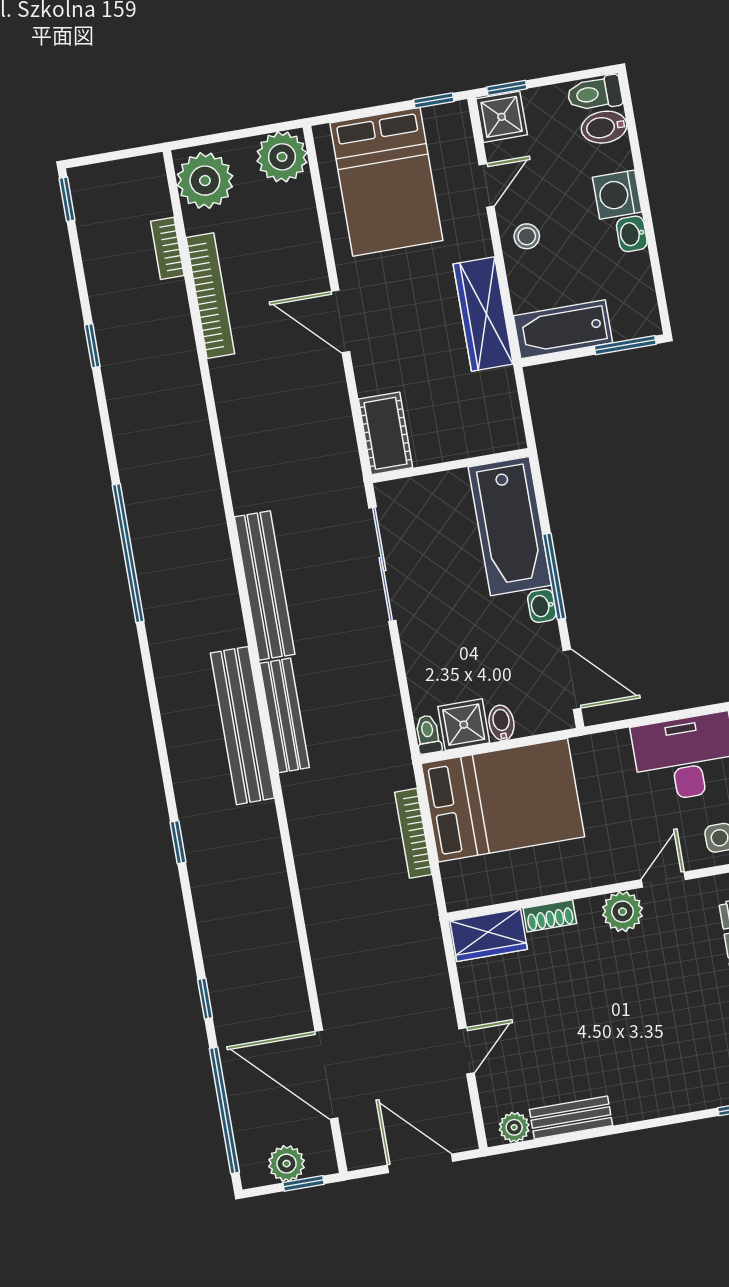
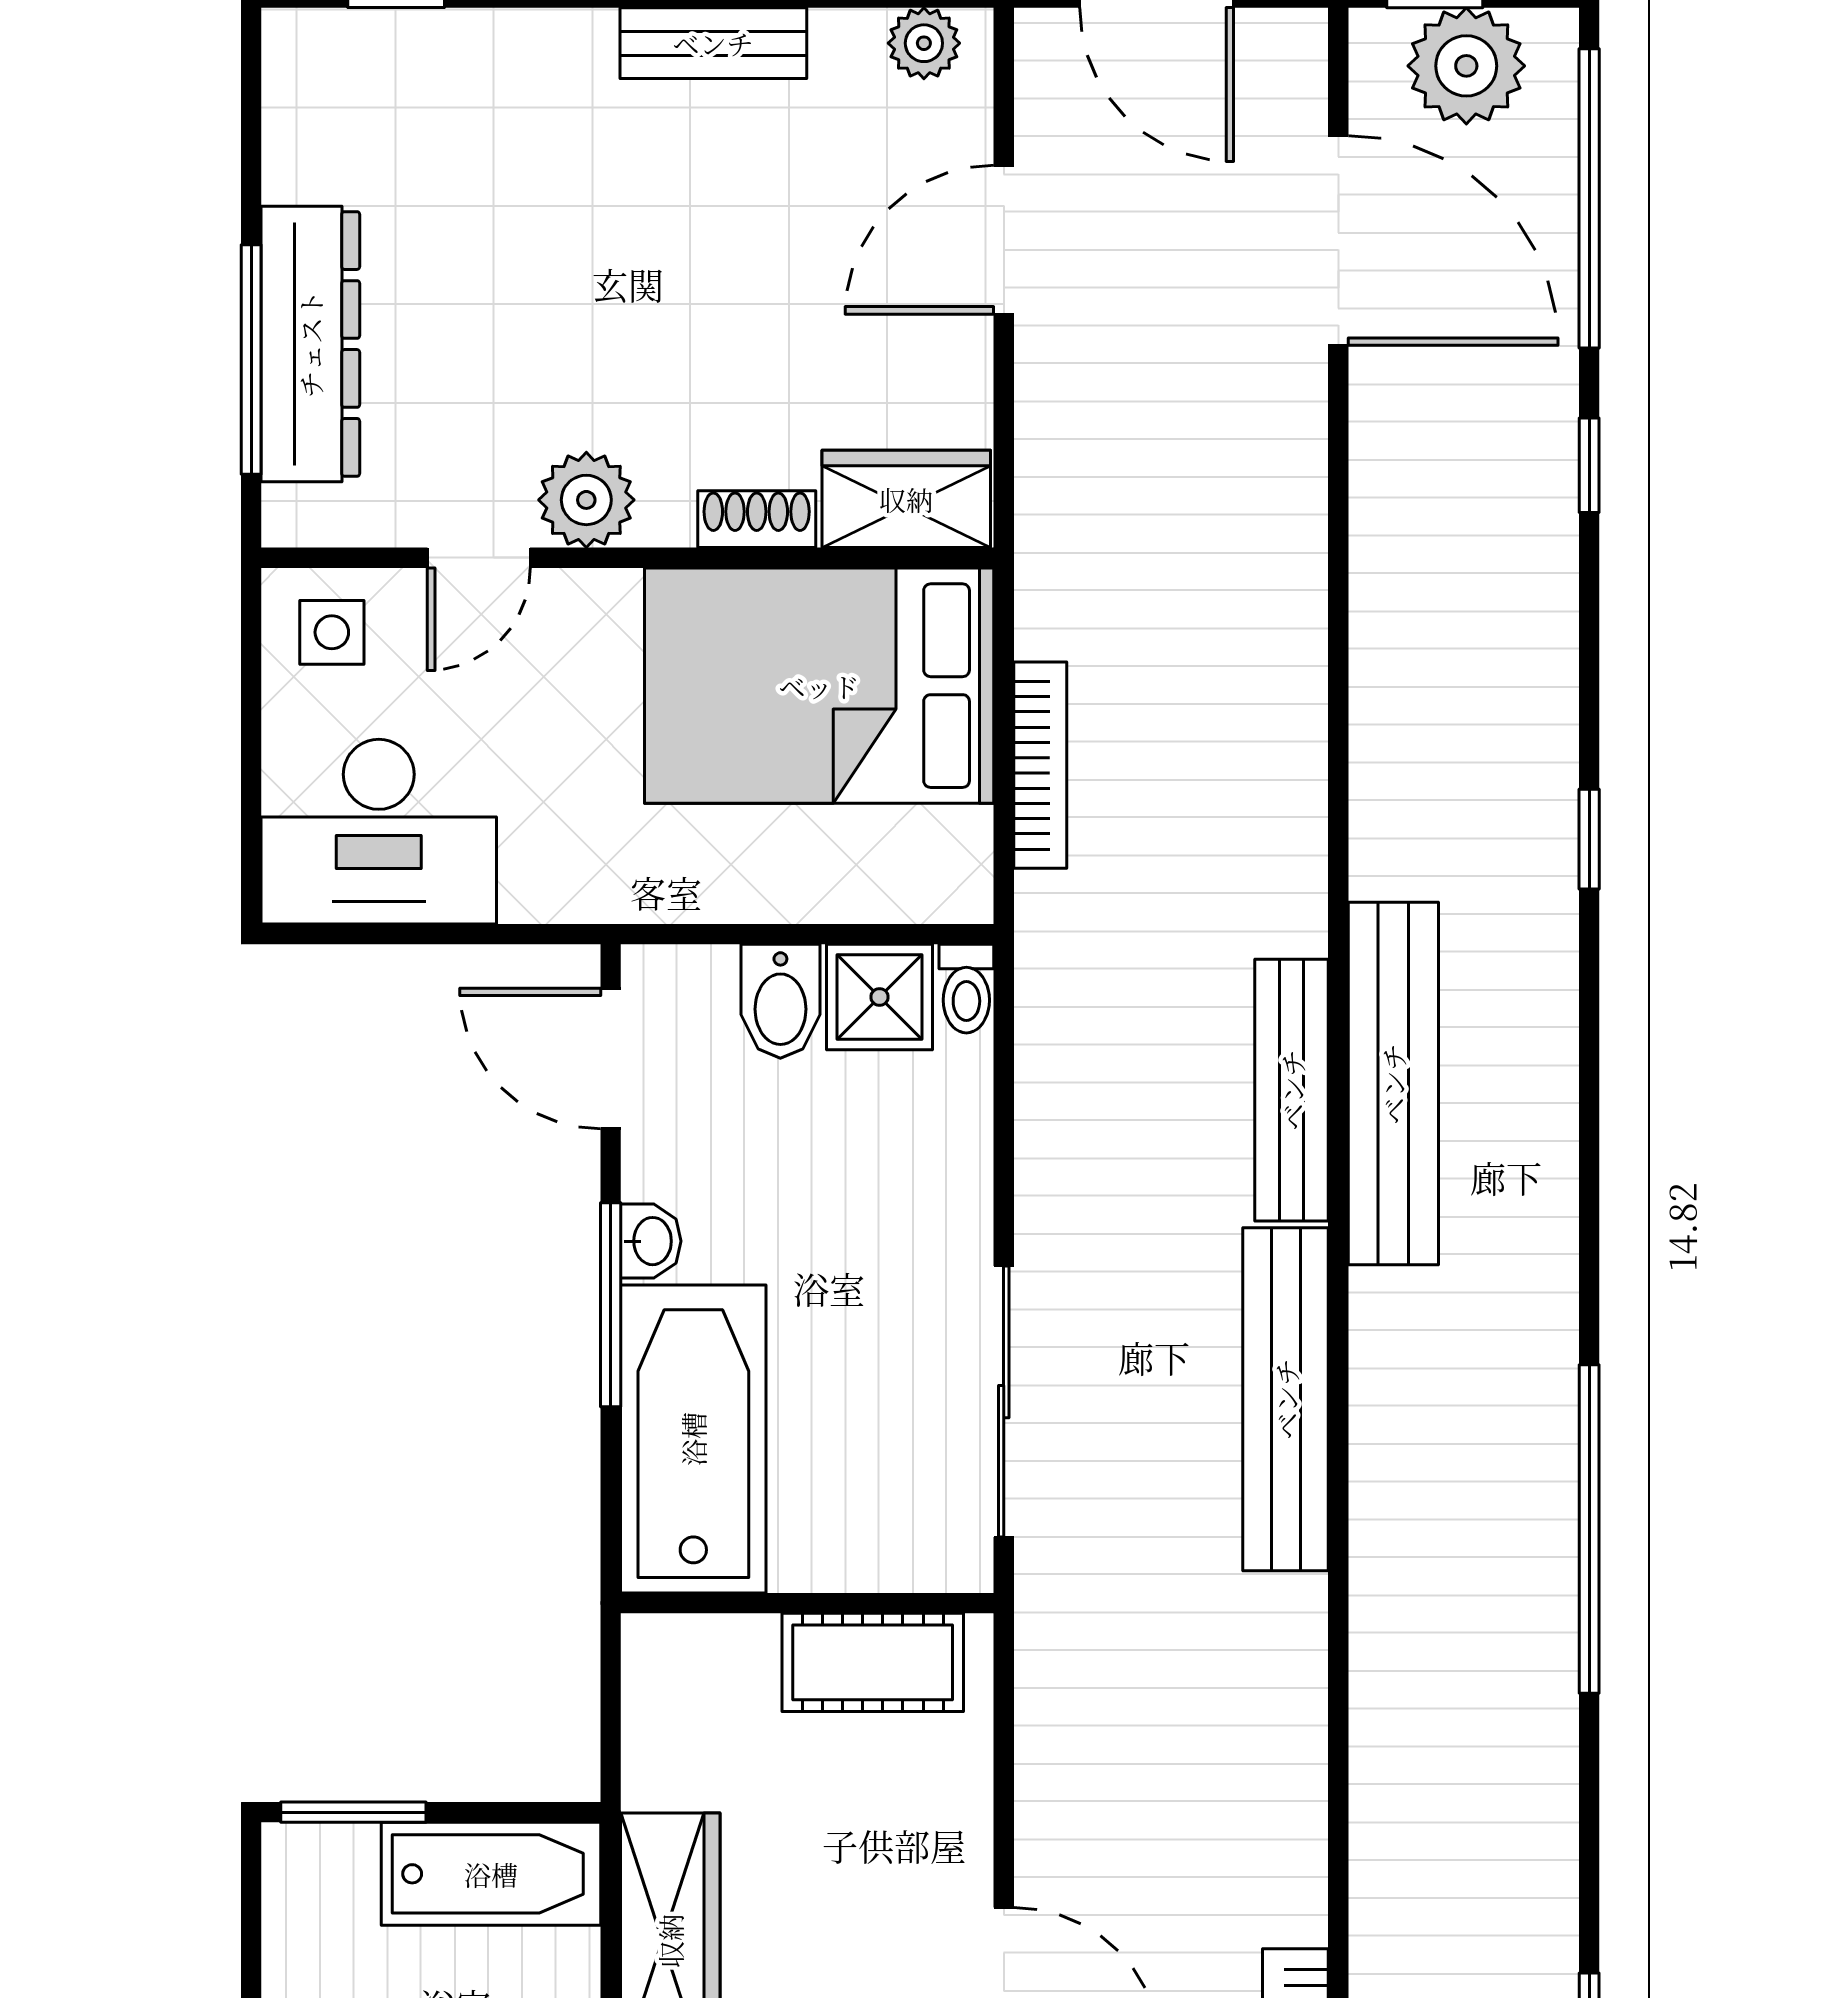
cot: (385, 433) -> (873, 1662), moved, turned 90
bidet: (501, 723) -> (780, 1001), width x1.38, depth x1.36
bed: (503, 800) -> (819, 686), moved
door: (467, 1051) -> (1004, 240), width x1.38
bench: (571, 1118) -> (713, 43), moved
plant: (287, 1164) -> (1466, 66), width x1.36, depth x1.36

